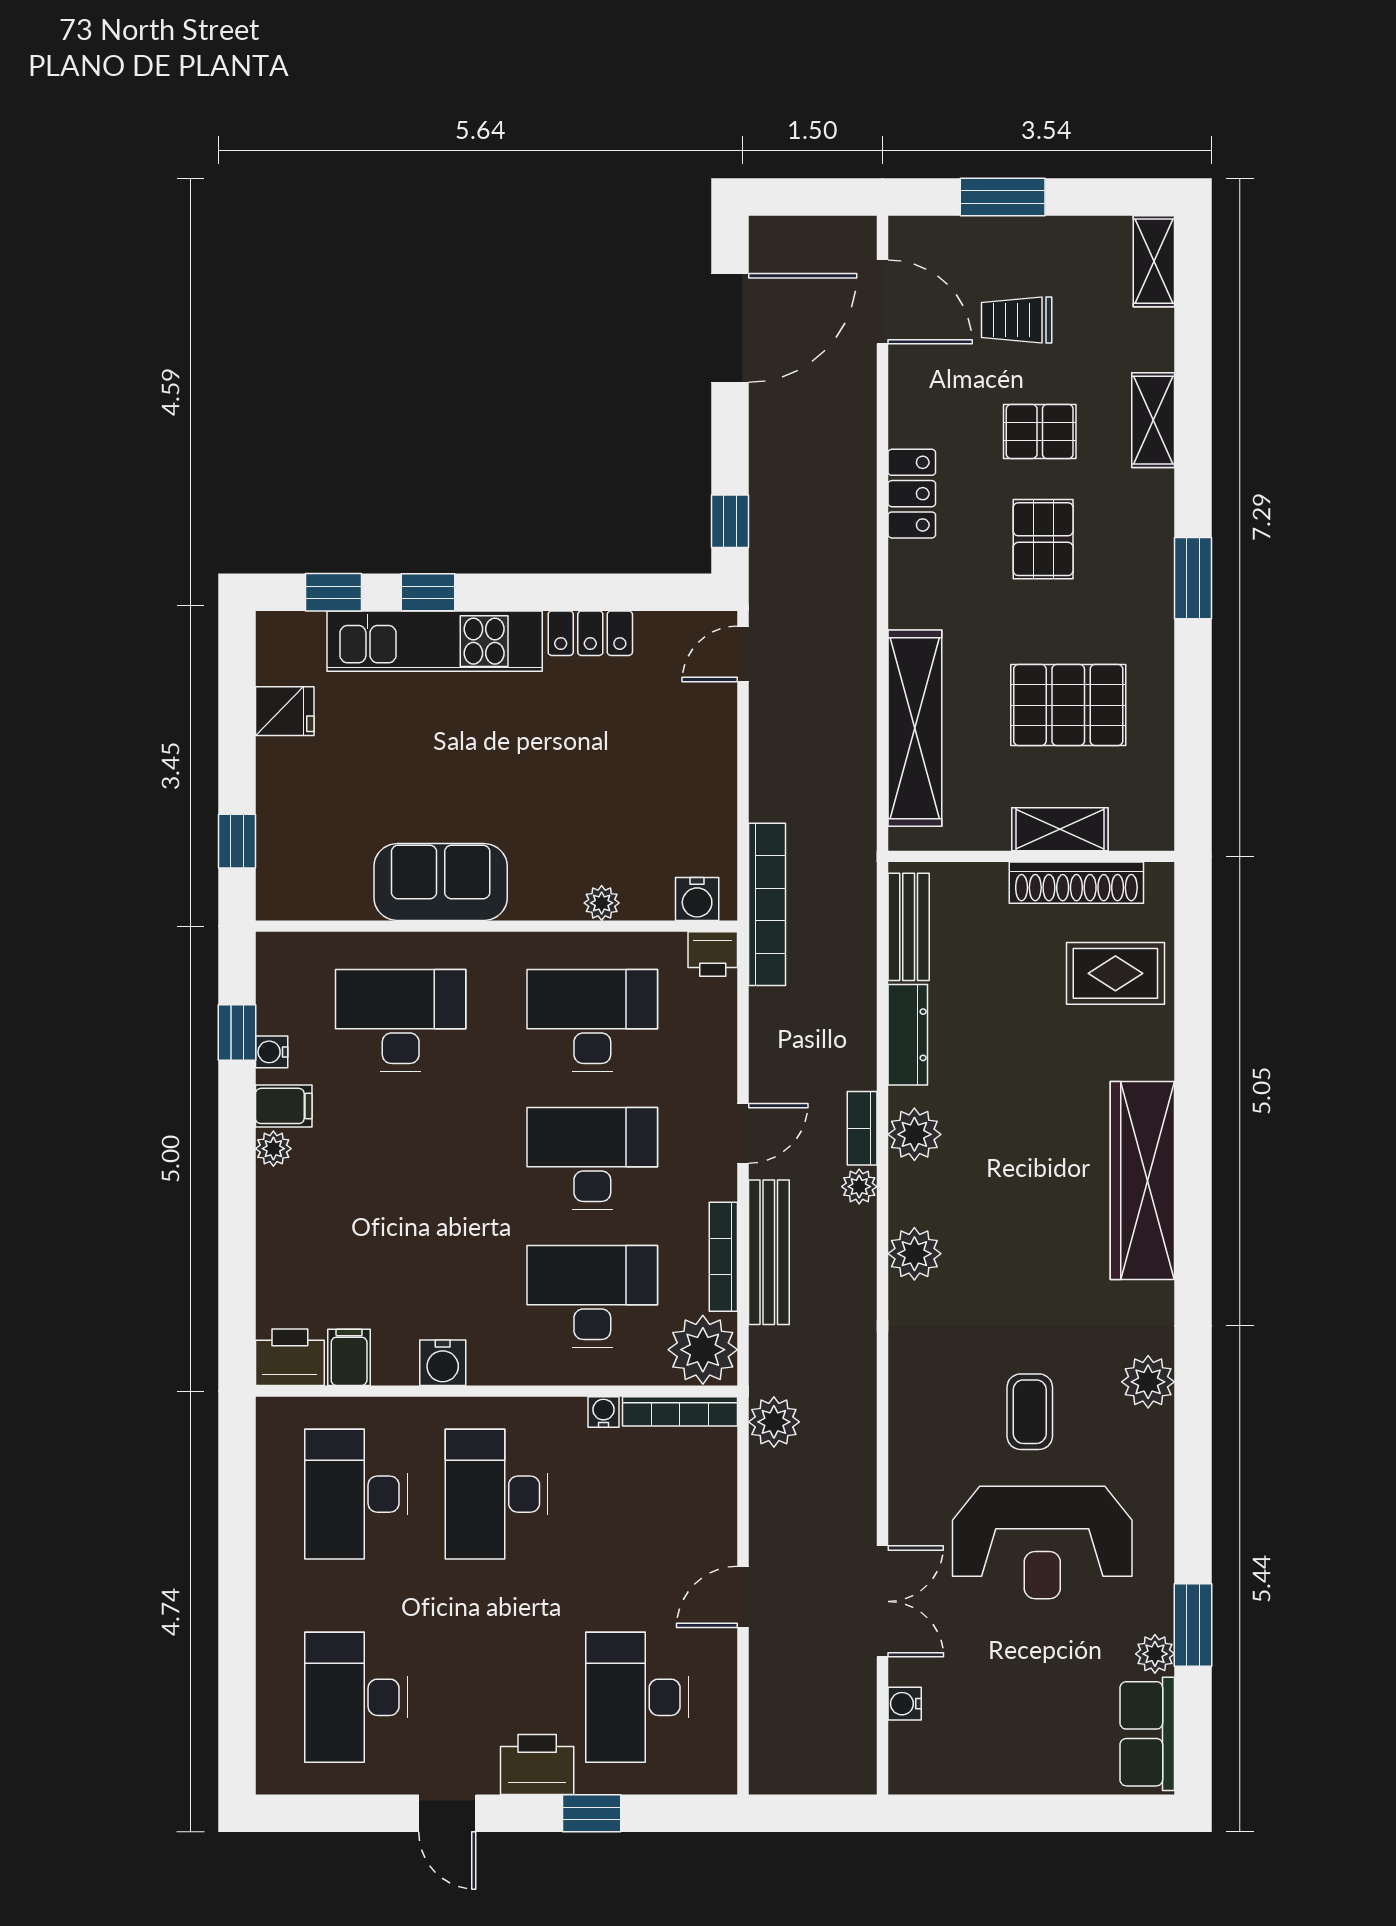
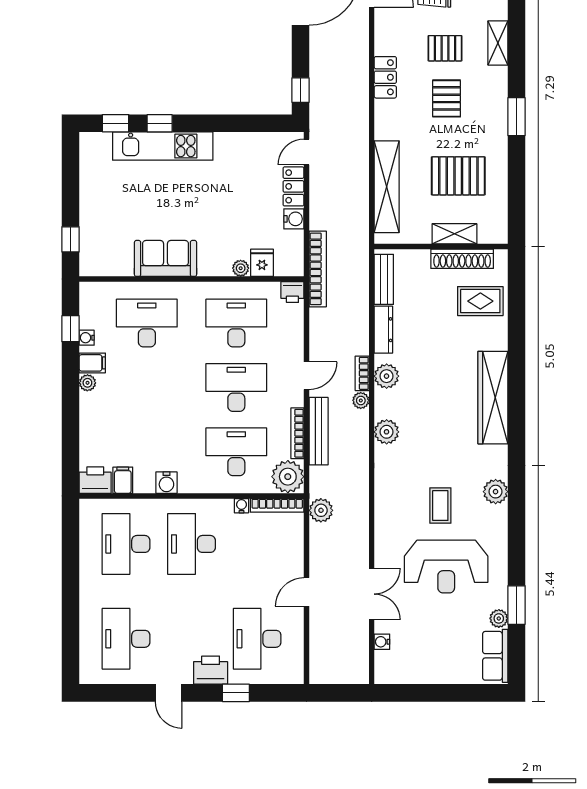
locker: (590, 633) -> (293, 186), moved, turned 90
fridge: (285, 711) -> (262, 263), moved, turned -90
water cooler: (697, 899) -> (294, 219), moved, turned -90

